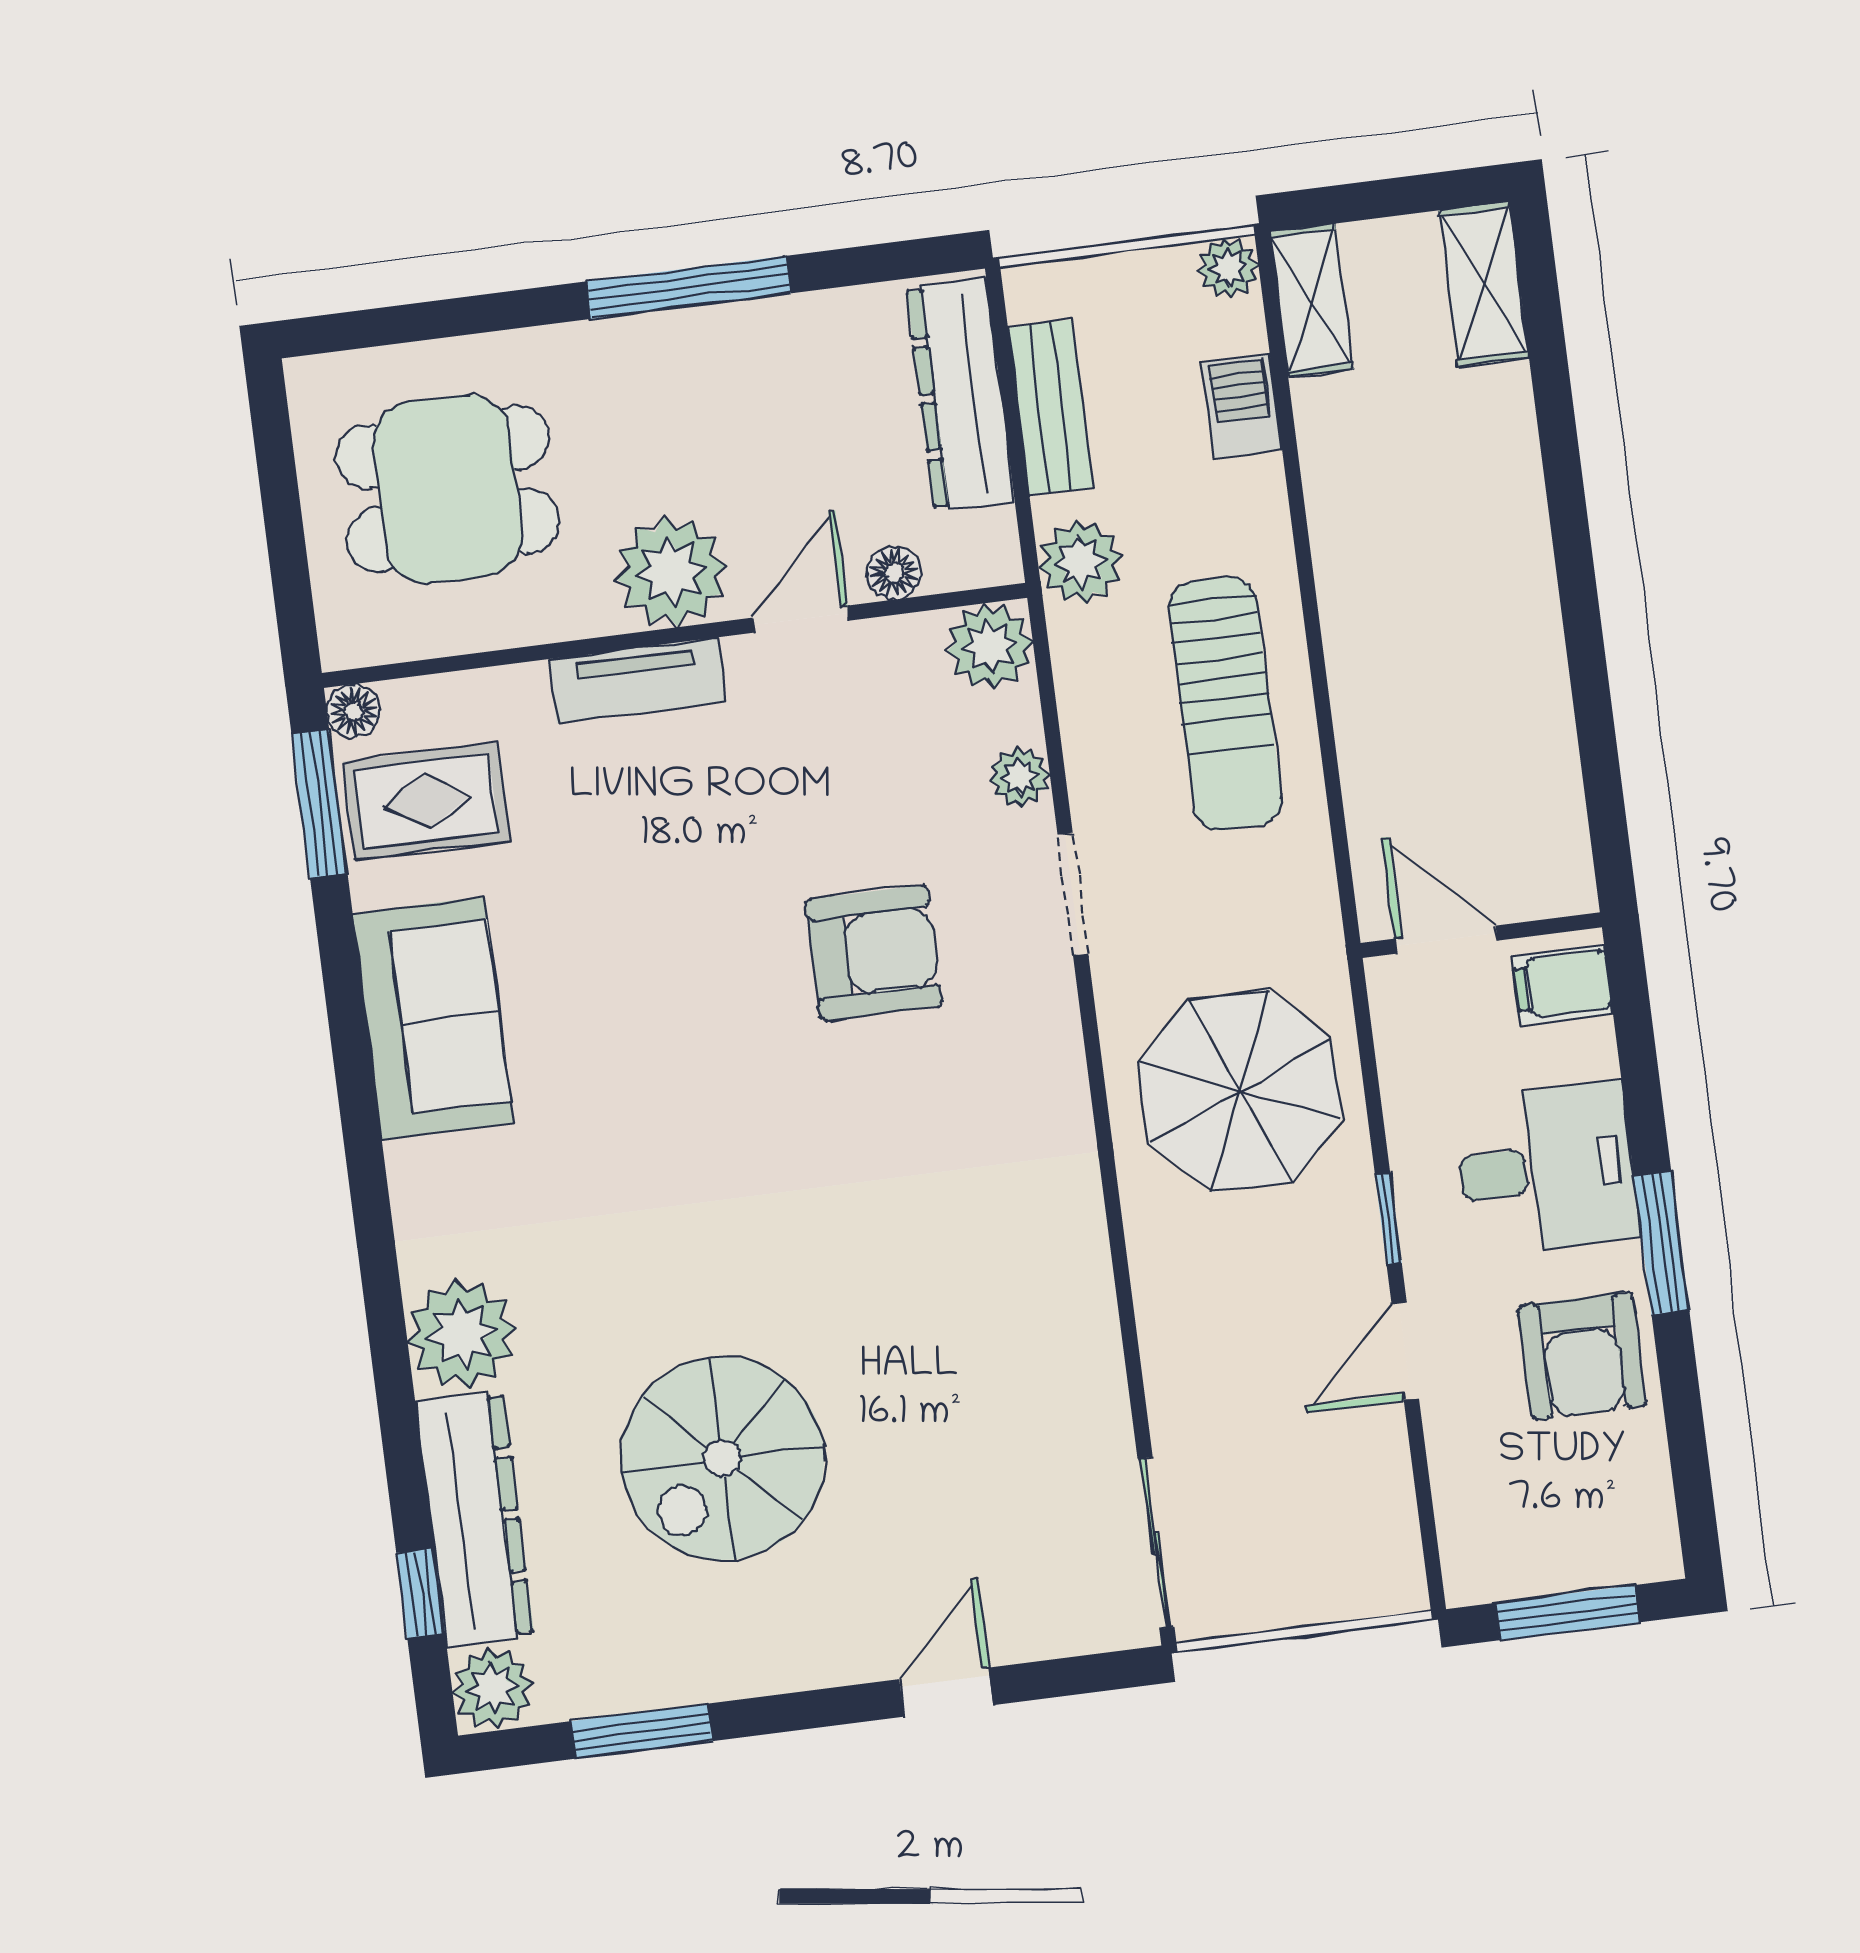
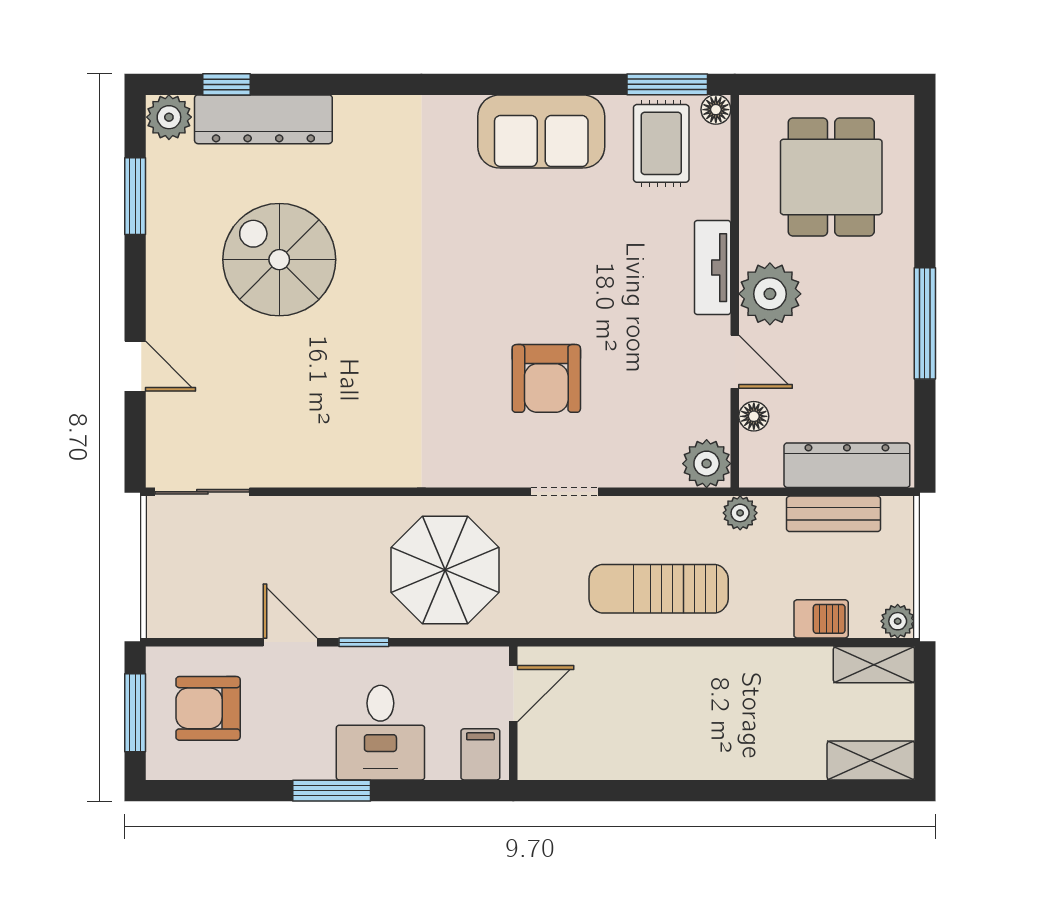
plant: (1080, 562) -> (740, 513), width x0.73, depth x0.73
plant: (1020, 777) -> (633, 471), removed
plant: (462, 1334) -> (366, 125), removed
armchair: (1582, 1356) -> (208, 708), moved

